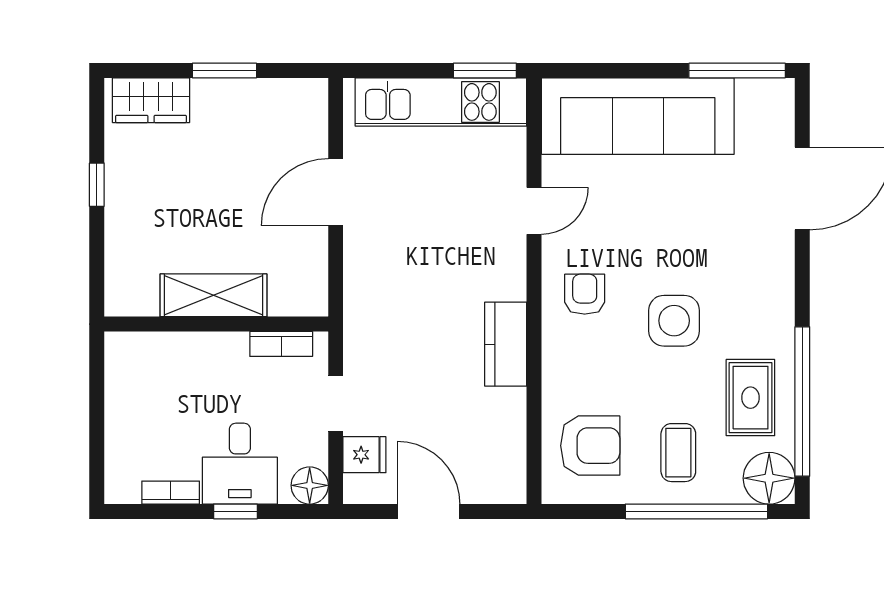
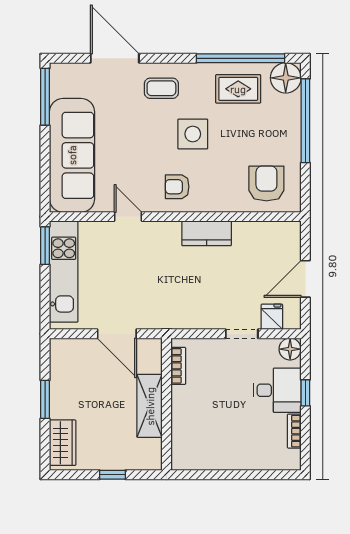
shelving: (214, 295) -> (150, 406), moved
wall: (216, 324) -> (167, 404), moved
bookcase: (281, 344) -> (178, 366), moved
coffee table: (678, 453) -> (161, 88), moved

